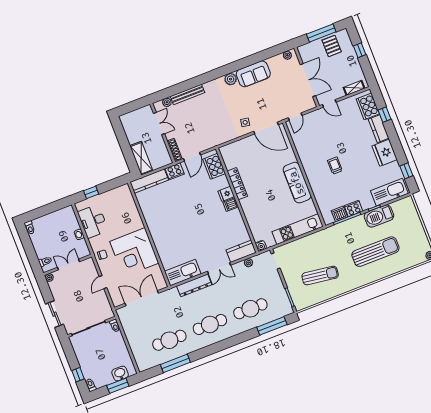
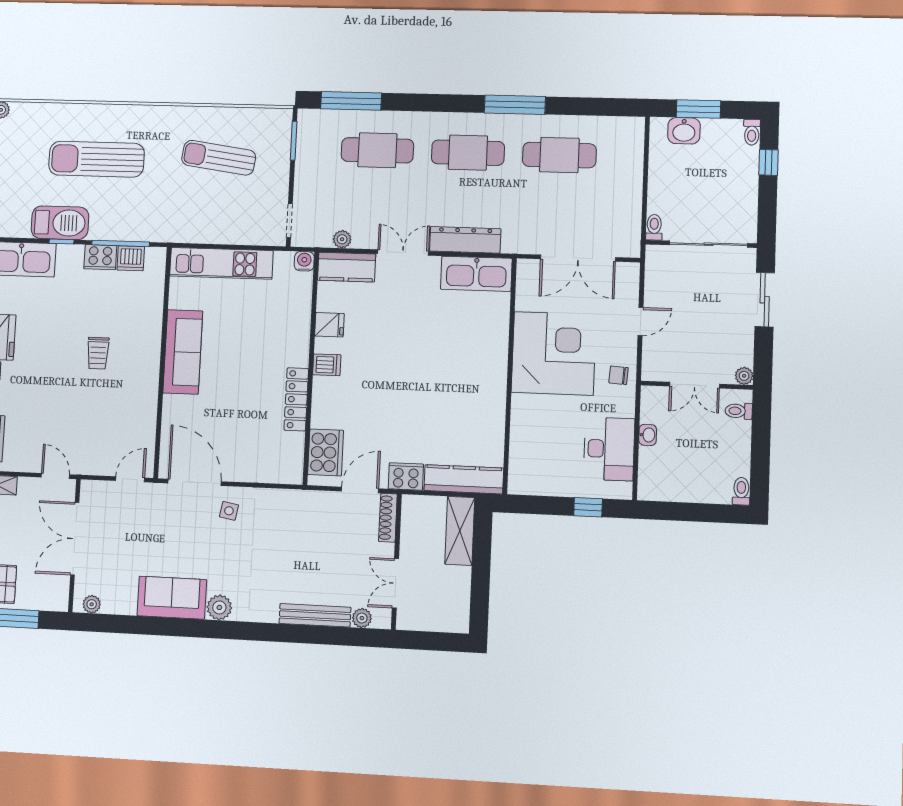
fridge: (226, 194) -> (329, 325), moved
window: (175, 363) -> (515, 105), moved

